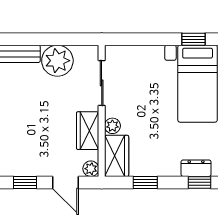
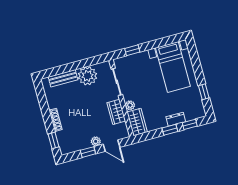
window: (193, 39) -> (132, 50), moved
dresser: (196, 168) -> (176, 119), moved
plant: (91, 169) -> (96, 141), moved
window: (145, 182) -> (170, 130), moved

